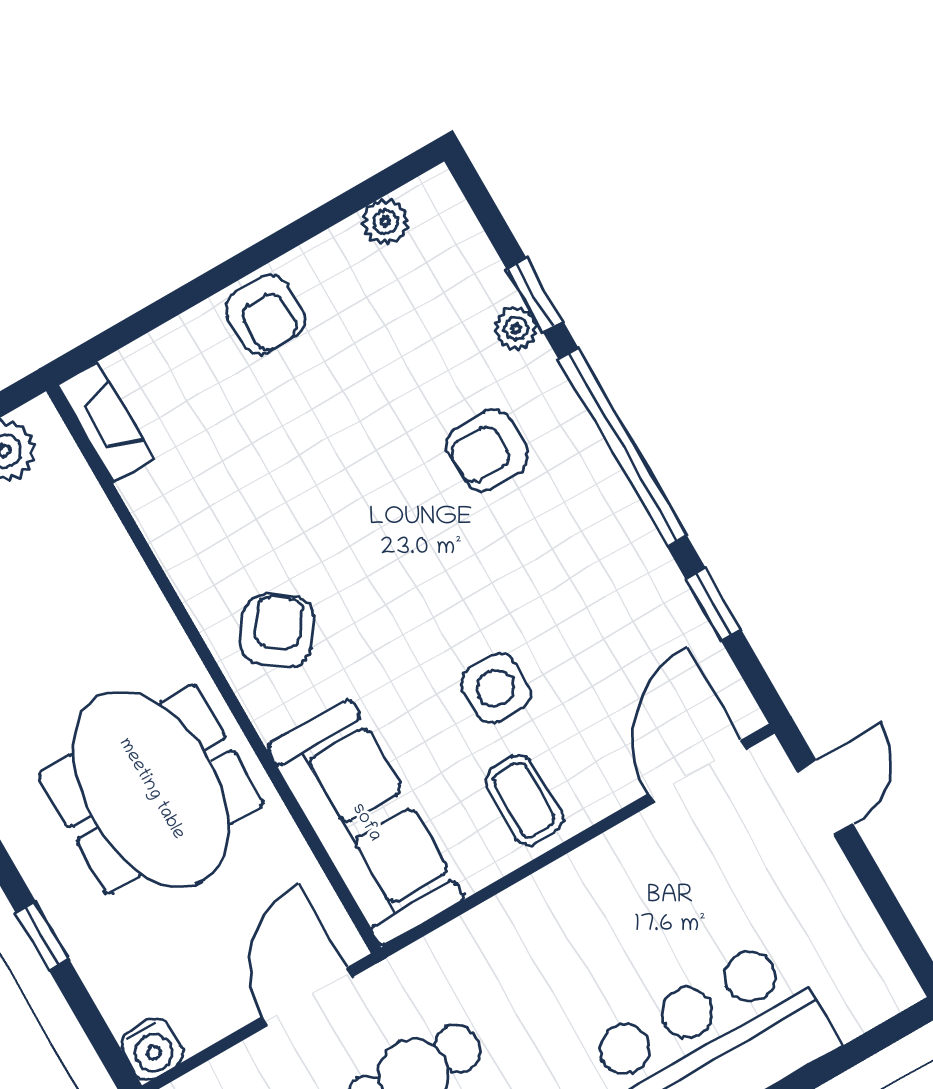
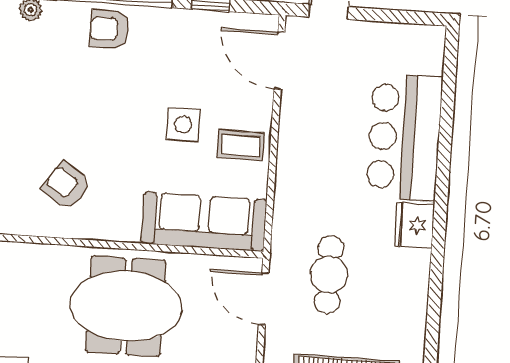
armchair: (488, 450) -> (109, 29), moved, turned 90
armchair: (278, 631) -> (66, 186), moved

